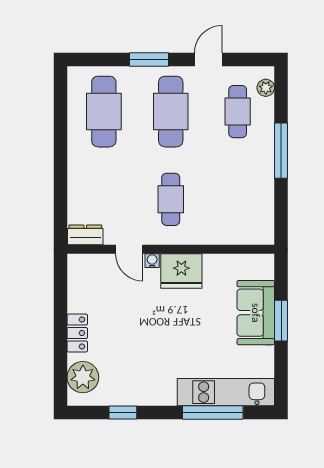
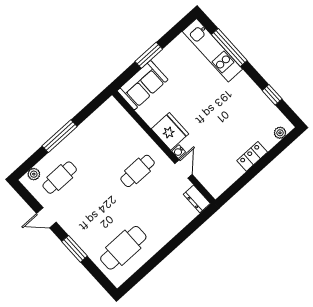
cafe table: (171, 112) -> (91, 213), removed
sofa: (256, 313) -> (142, 85), moved
plant: (83, 377) -> (280, 133), width x0.53, depth x0.53

